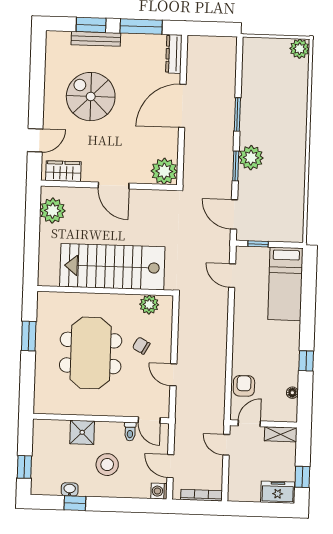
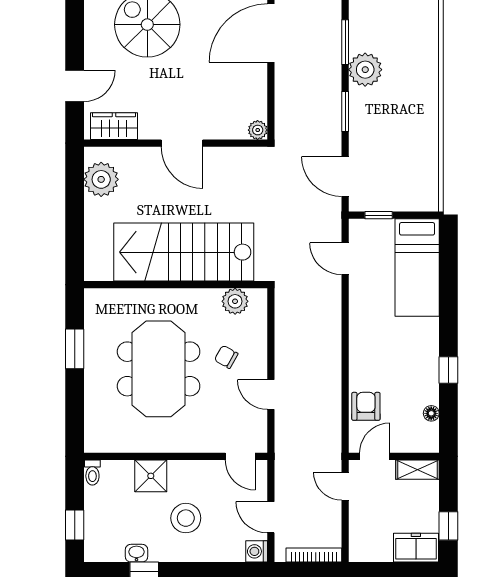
plant: (251, 158) -> (365, 70), moved
plant: (164, 171) -> (258, 130), width x0.53, depth x0.53
toilet: (130, 431) -> (92, 473), moved

